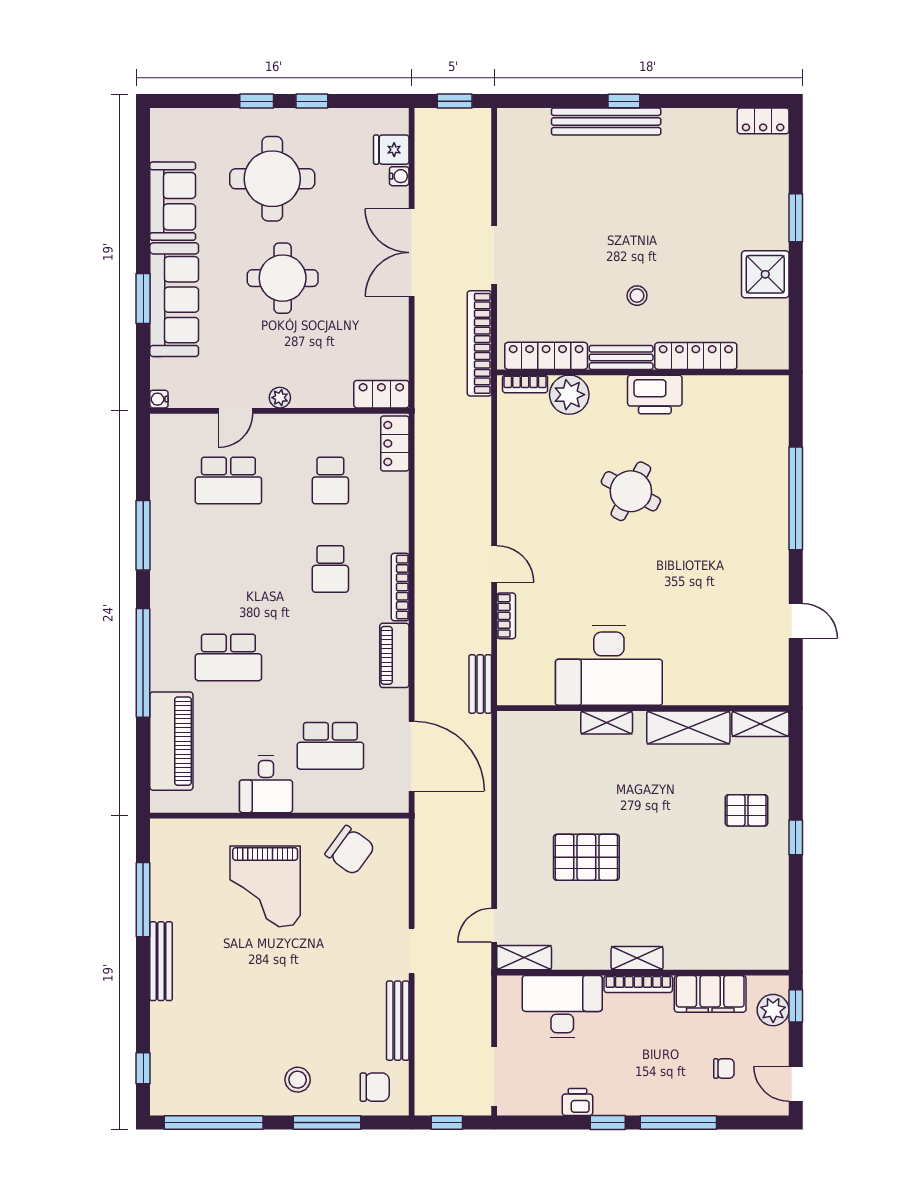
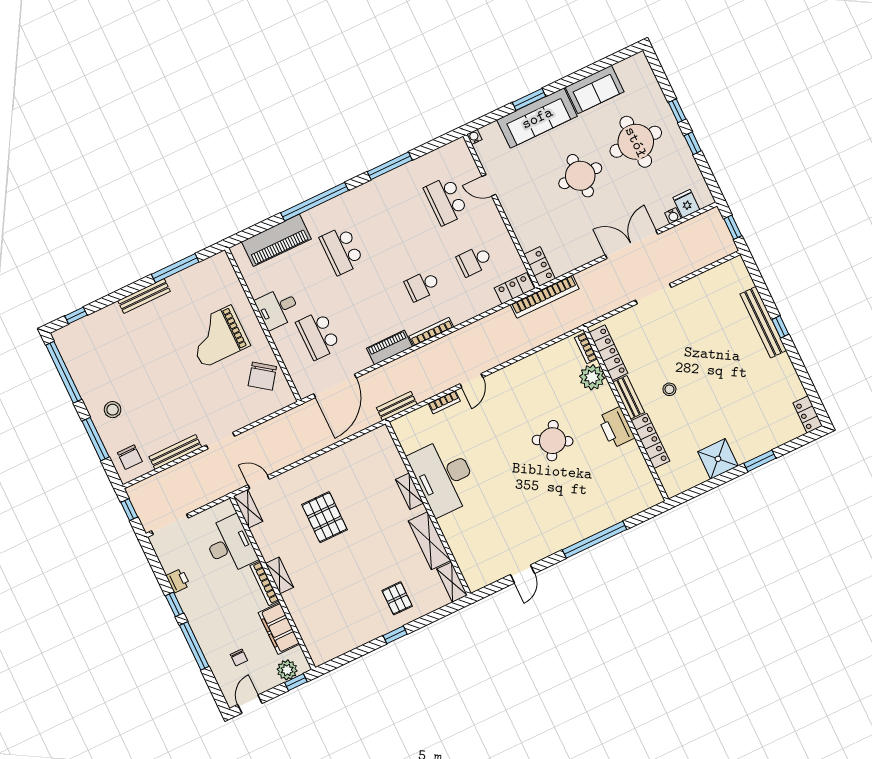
bookcase: (479, 343) -> (545, 297), moved, turned 180
plant: (280, 398) -> (509, 208), removed

